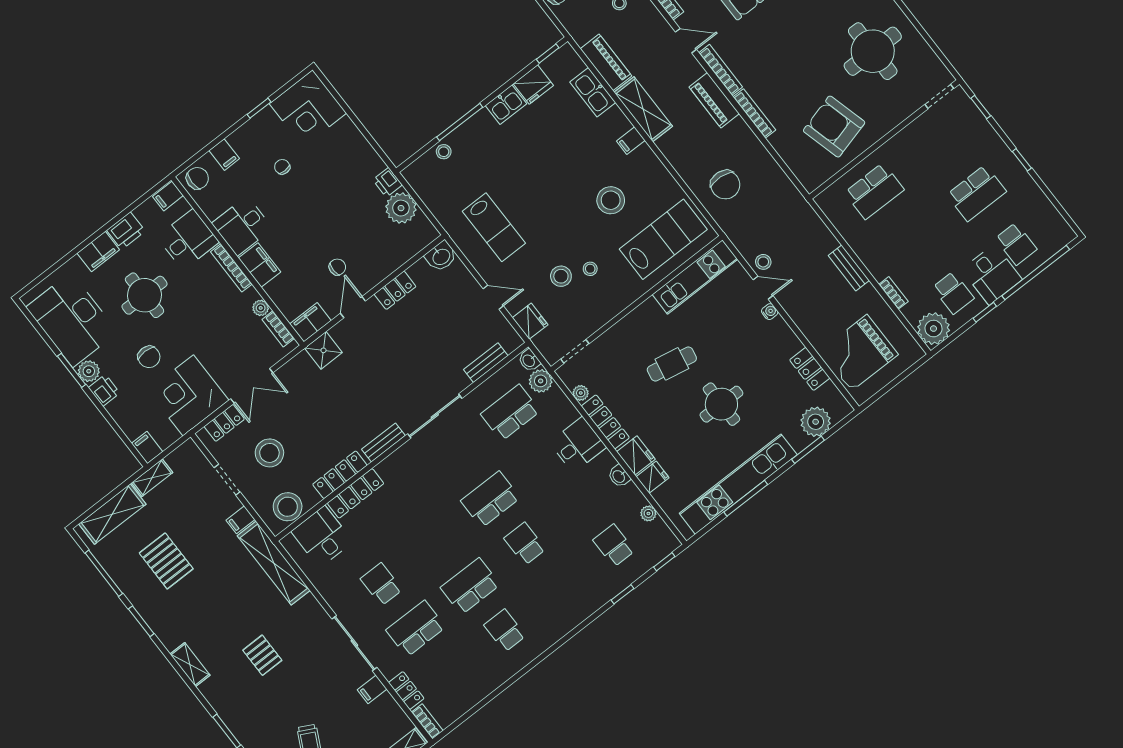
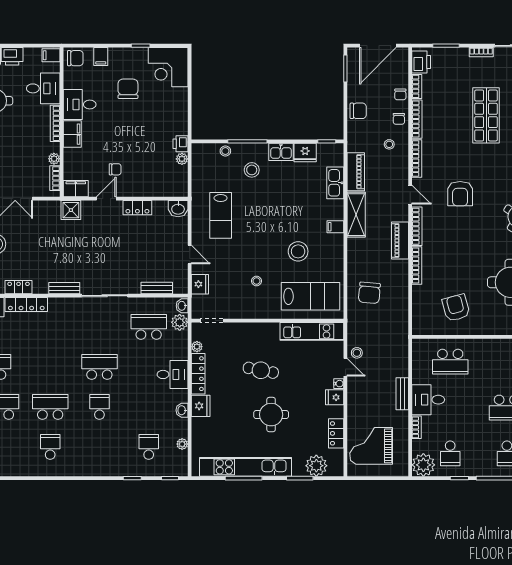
armchair: (834, 127) -> (456, 308), width x0.73, depth x0.73
chair: (282, 167) -> (128, 89), width x1.87, depth x1.87
plant: (401, 208) -> (182, 159), width x0.53, depth x0.53
desk: (992, 275) -> (428, 400), moved, turned 90
stool: (561, 276) -> (252, 170), moved
locker: (340, 475) -> (19, 287), width x0.66
fridge: (653, 477) -> (335, 397), moved, turned 180

